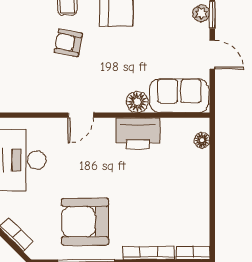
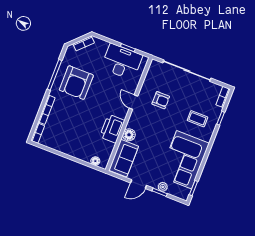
armchair: (68, 43) -> (161, 100), moved, turned 79
armchair: (85, 222) -> (76, 83), turned 180

